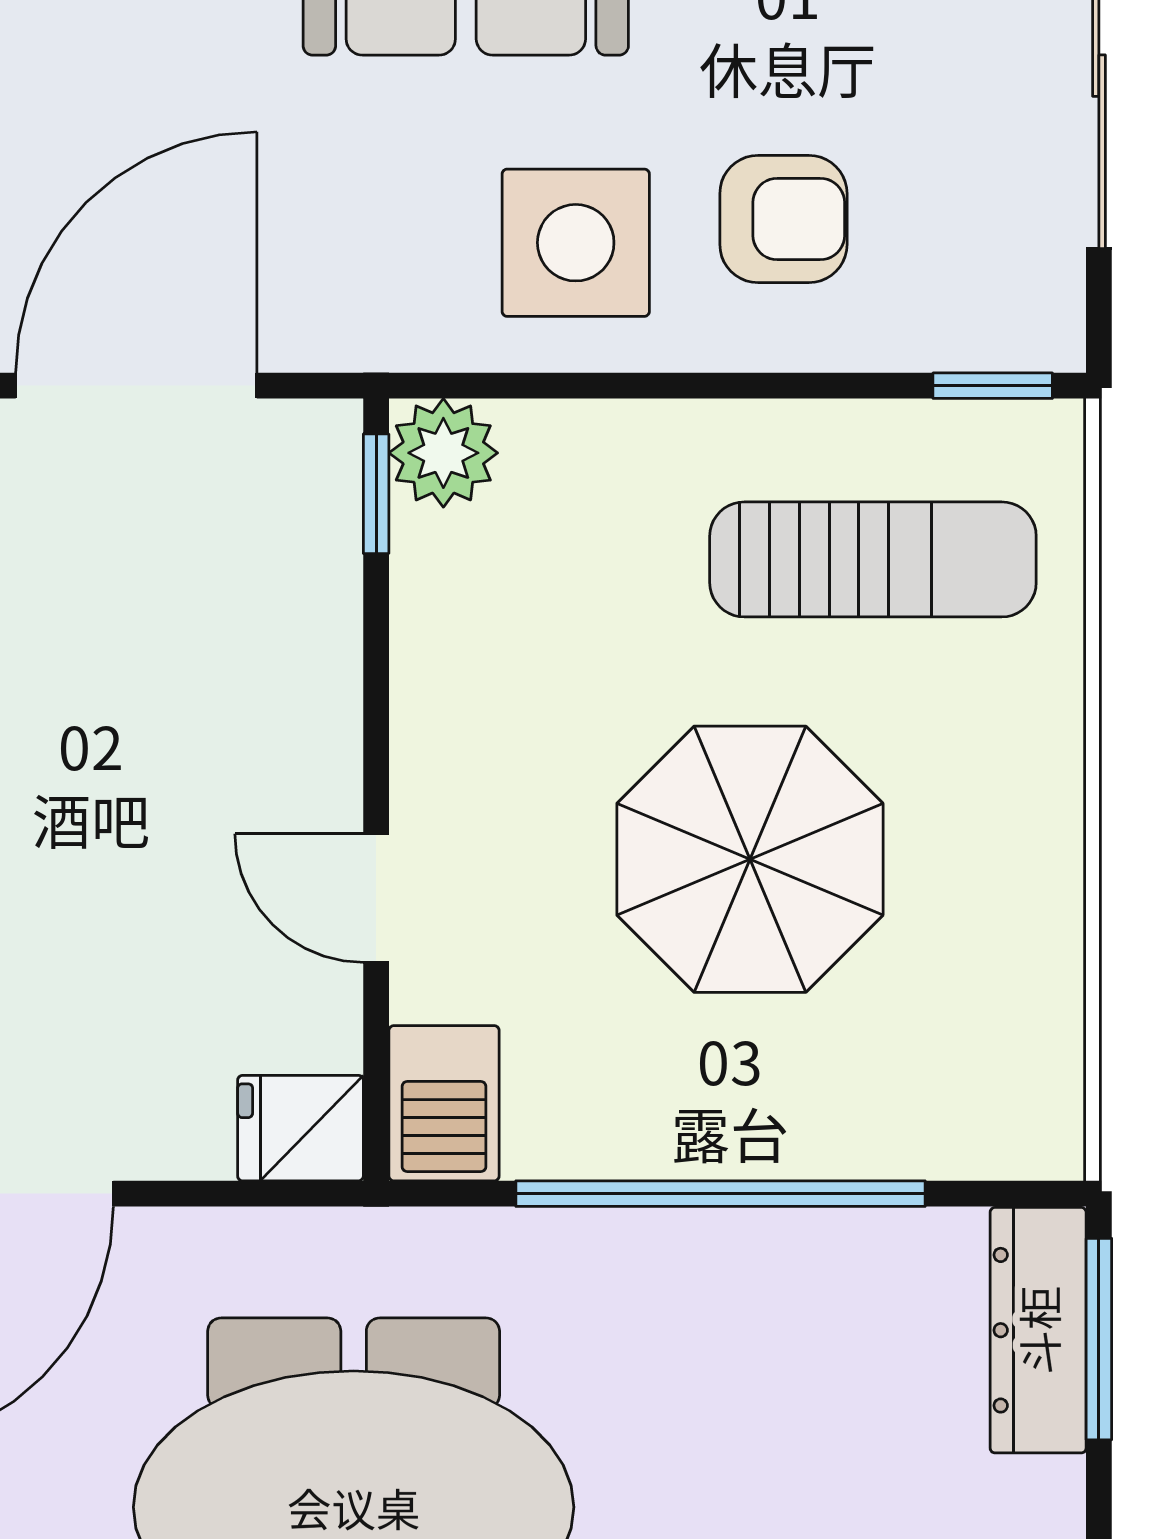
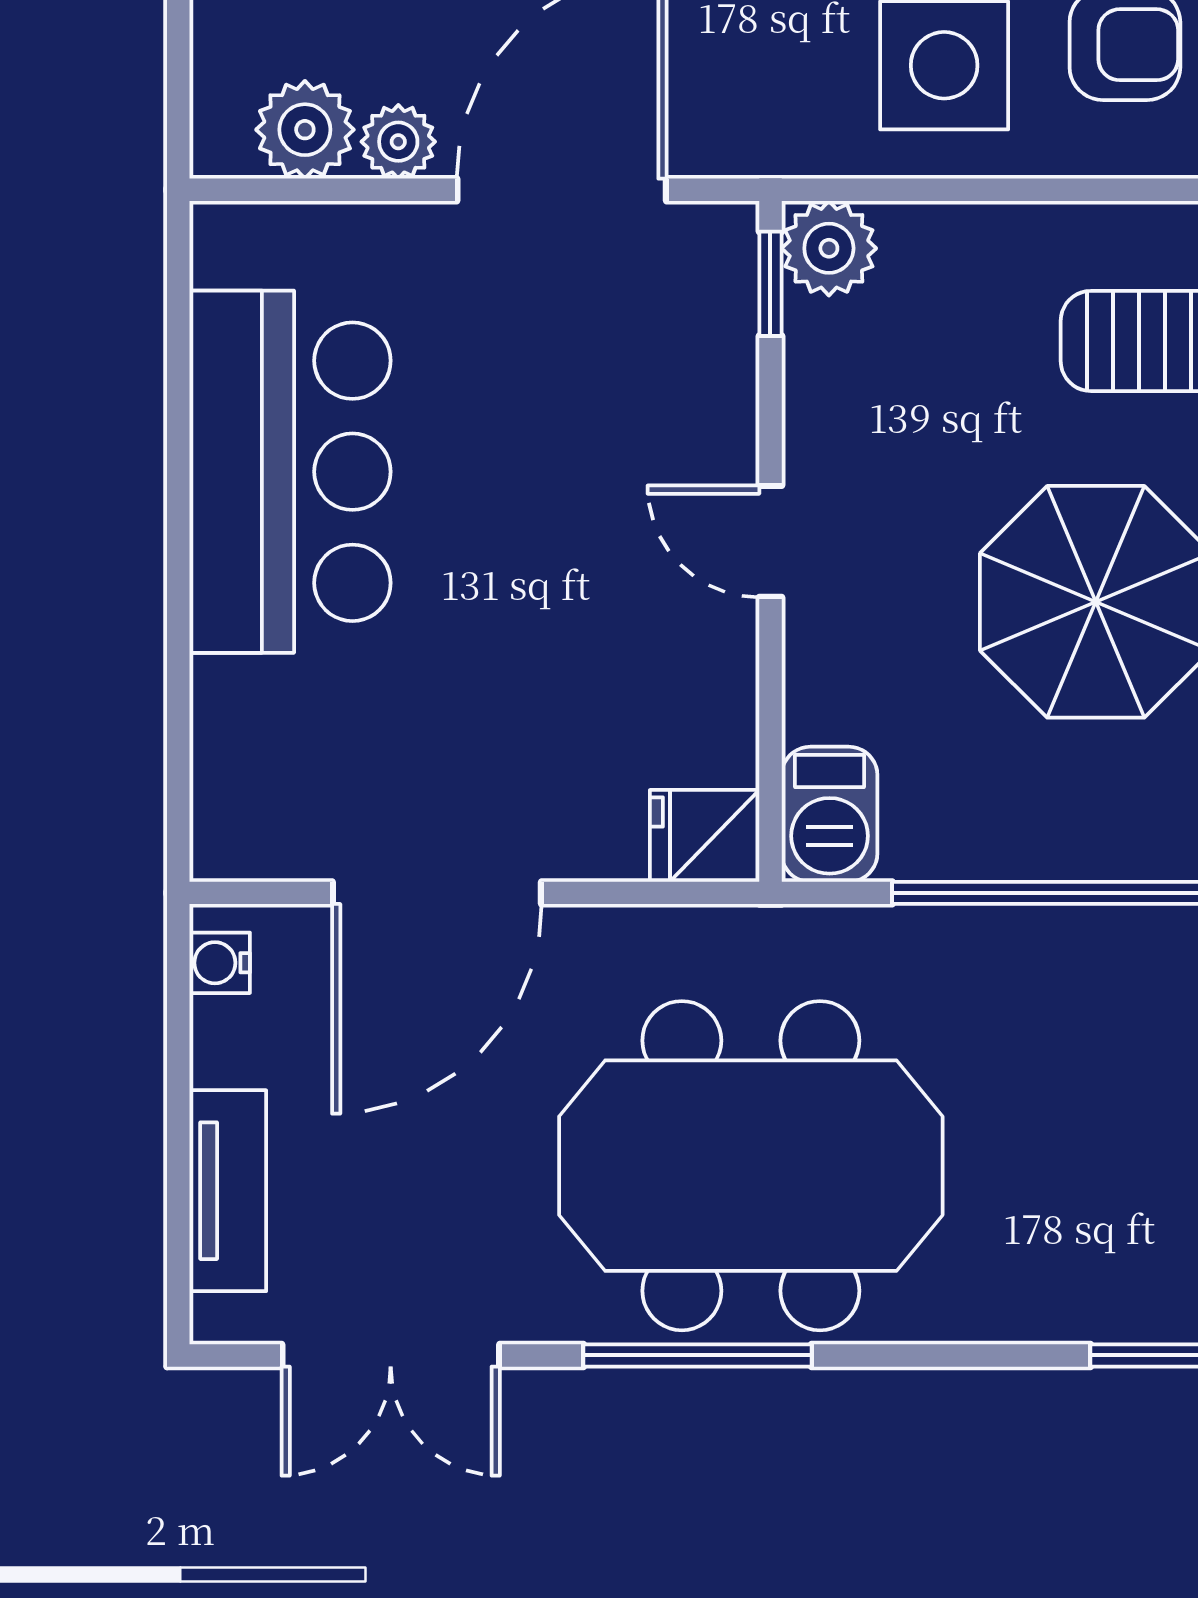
door: (376, 898) -> (770, 541), moved

